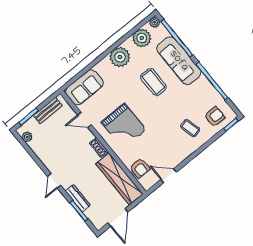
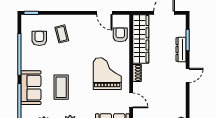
sofa: (179, 61) -> (31, 88), width x0.73
armchair: (215, 117) -> (39, 38), moved, turned 90

